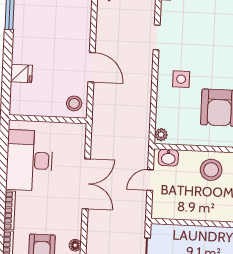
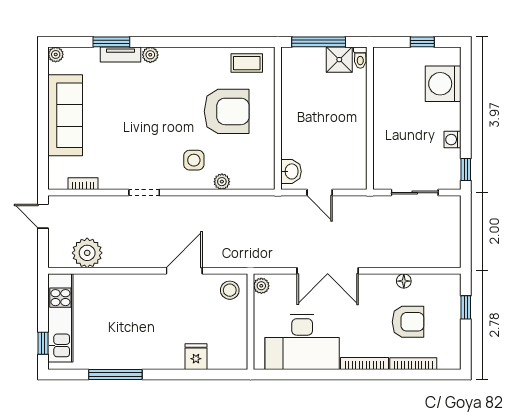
plant: (77, 129) -> (261, 286), added
plant: (161, 135) -> (222, 182), moved
stool: (211, 170) -> (304, 118), removed
double door: (86, 184) -> (328, 271), swing flipped

